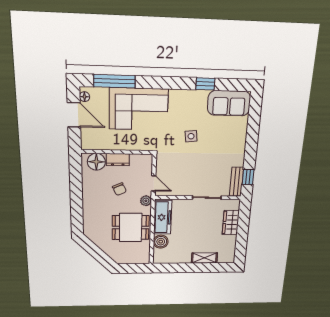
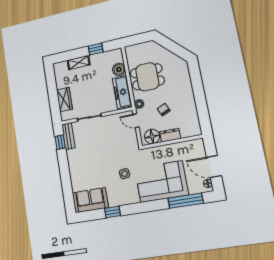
side table: (191, 136) -> (125, 174), moved
floor lamp: (96, 162) -> (152, 137), moved
window: (182, 268) -> (96, 49), added

